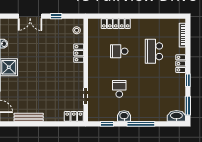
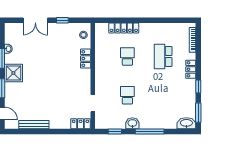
school desk: (119, 51) -> (127, 57), turned 90

